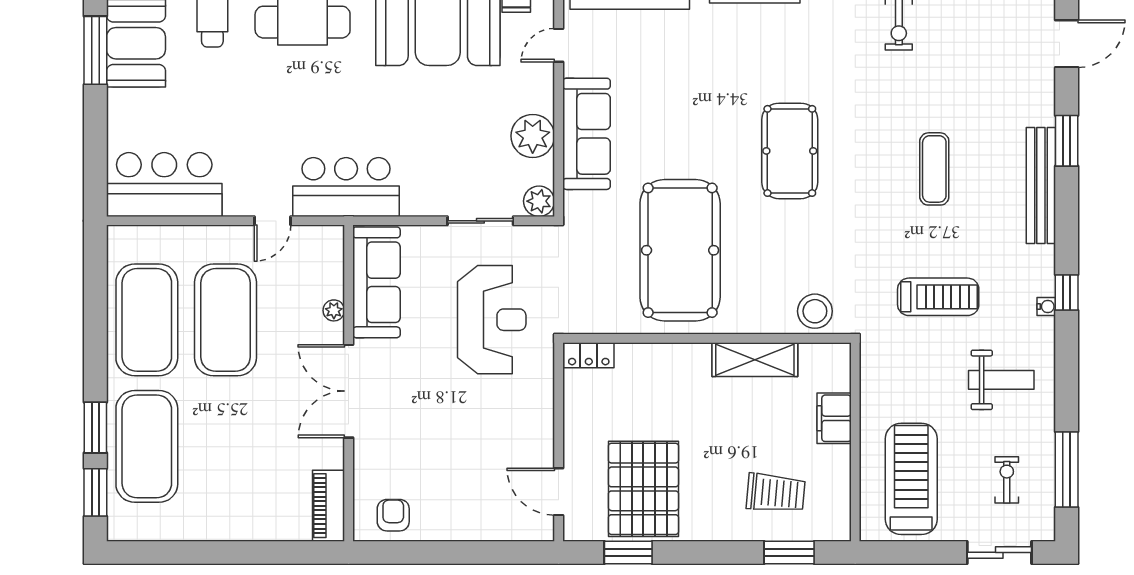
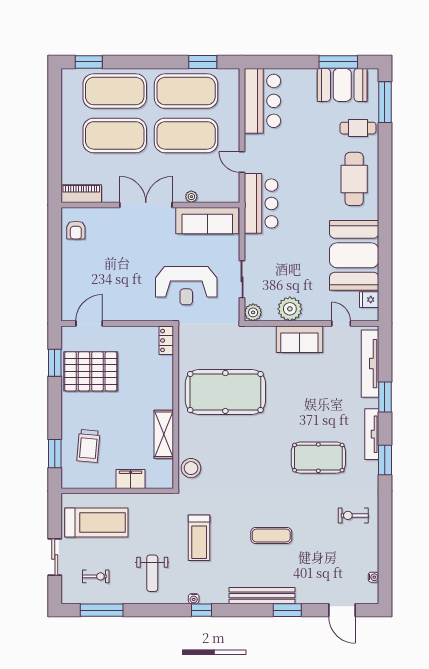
sofa: (586, 134) -> (299, 339), width x0.73
pool table: (790, 151) -> (318, 458), moved
window: (95, 428) -> (203, 62), moved
exercise mat: (225, 446) -> (115, 135), added
armchair: (393, 515) -> (76, 230), turned 90
sliding door: (999, 552) -> (55, 557), moved

